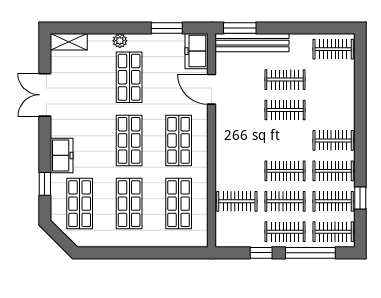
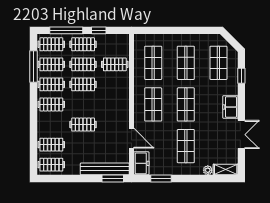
plant: (120, 41) -> (208, 170), moved
clothes rail: (285, 80) -> (51, 145), moved
freezer: (62, 155) -> (230, 107), moved
window: (360, 198) -> (33, 67), width x2.17

